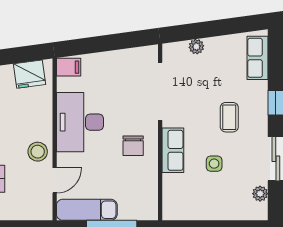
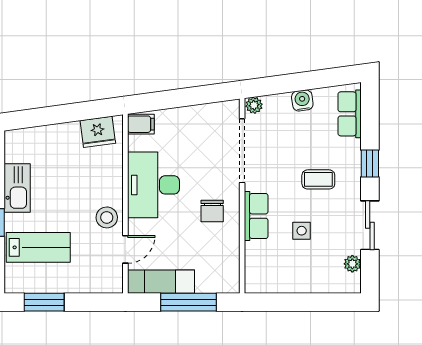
water cooler: (215, 46) -> (302, 100), added
plant: (196, 47) -> (254, 105), moved
coffee table: (229, 117) -> (318, 179), turned 90

